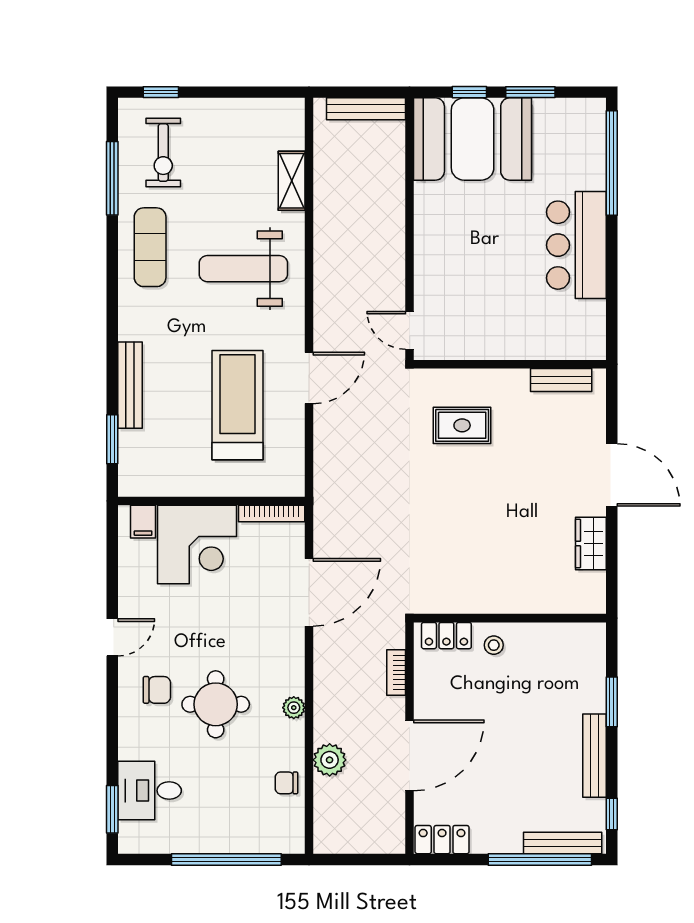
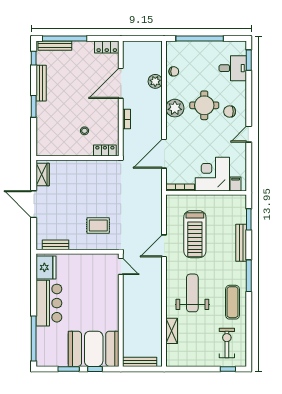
window: (112, 178) -> (249, 276), moved
weight bench: (243, 269) -> (192, 293), turned -90
fridge: (583, 328) -> (46, 267), added
wall: (510, 618) -> (78, 158), moved
locker: (446, 636) -> (105, 151), moved
plant: (294, 708) -> (175, 108), width x1.88, depth x1.88

